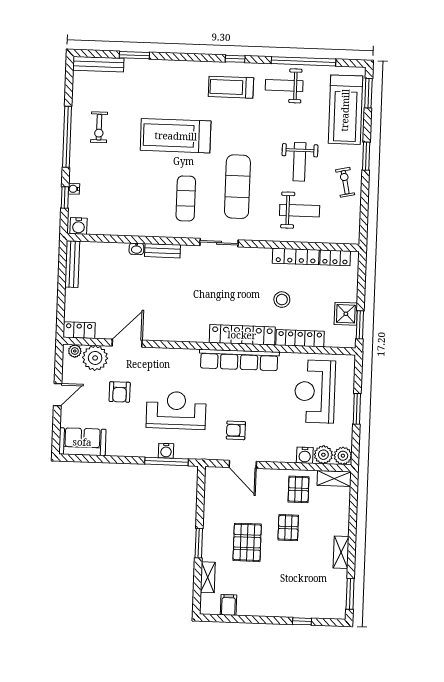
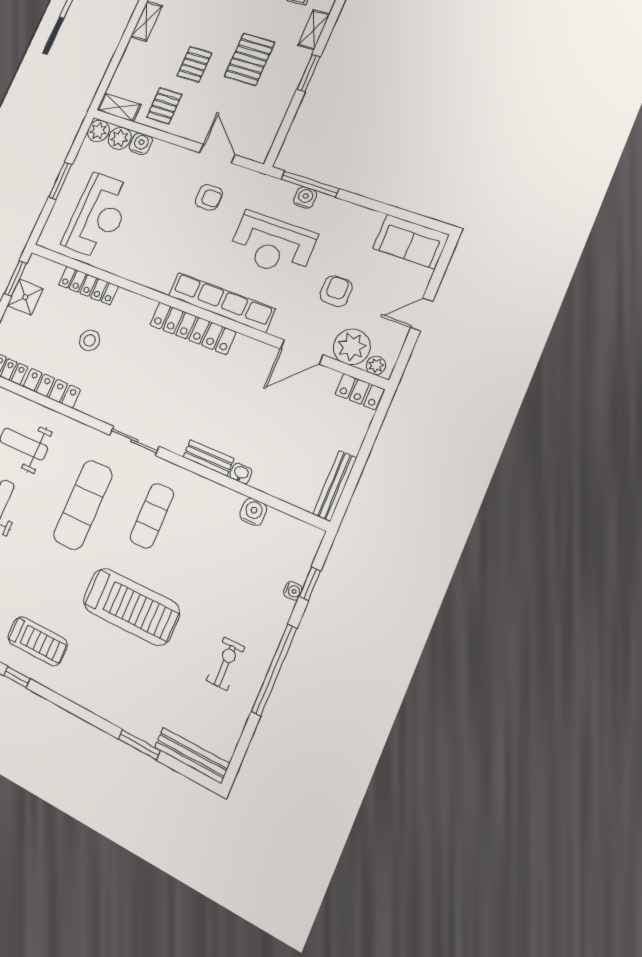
water cooler: (79, 226) -> (253, 512), moved
locker: (242, 335) -> (193, 328), moved
row of seats: (239, 360) -> (221, 302), moved

